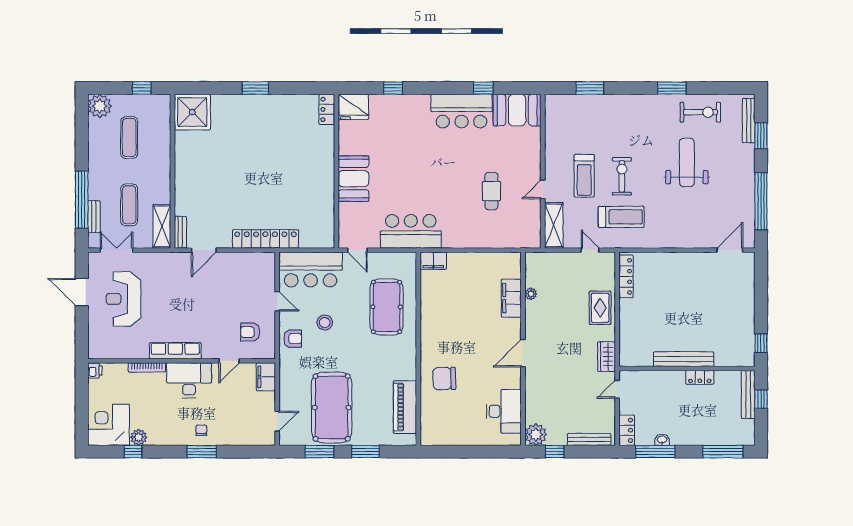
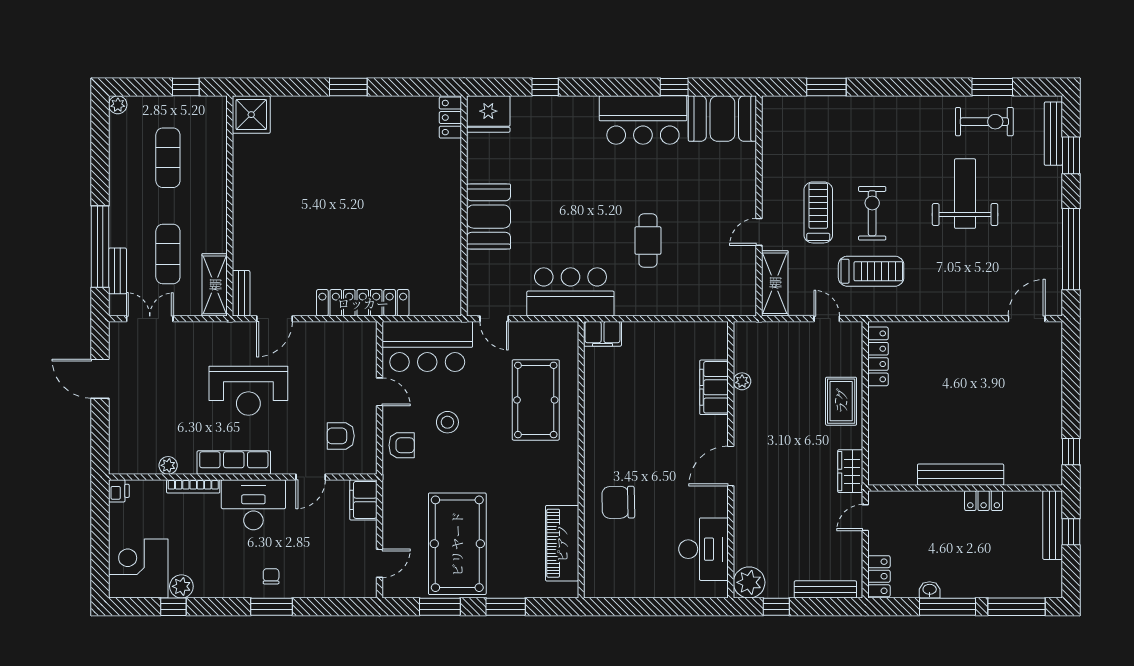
window: (672, 88) -> (992, 87), moved
plant: (100, 106) -> (118, 105), width x0.53, depth x0.53
shower: (192, 112) -> (251, 115), width x0.73, depth x0.73
treadmill: (584, 176) -> (818, 212), turned 180
cafe table: (491, 191) -> (648, 241), moved
reception desk: (124, 299) -> (248, 391), moved, turned -90
plant: (129, 353) -> (168, 465), added
window: (655, 452) -> (948, 607), moved

